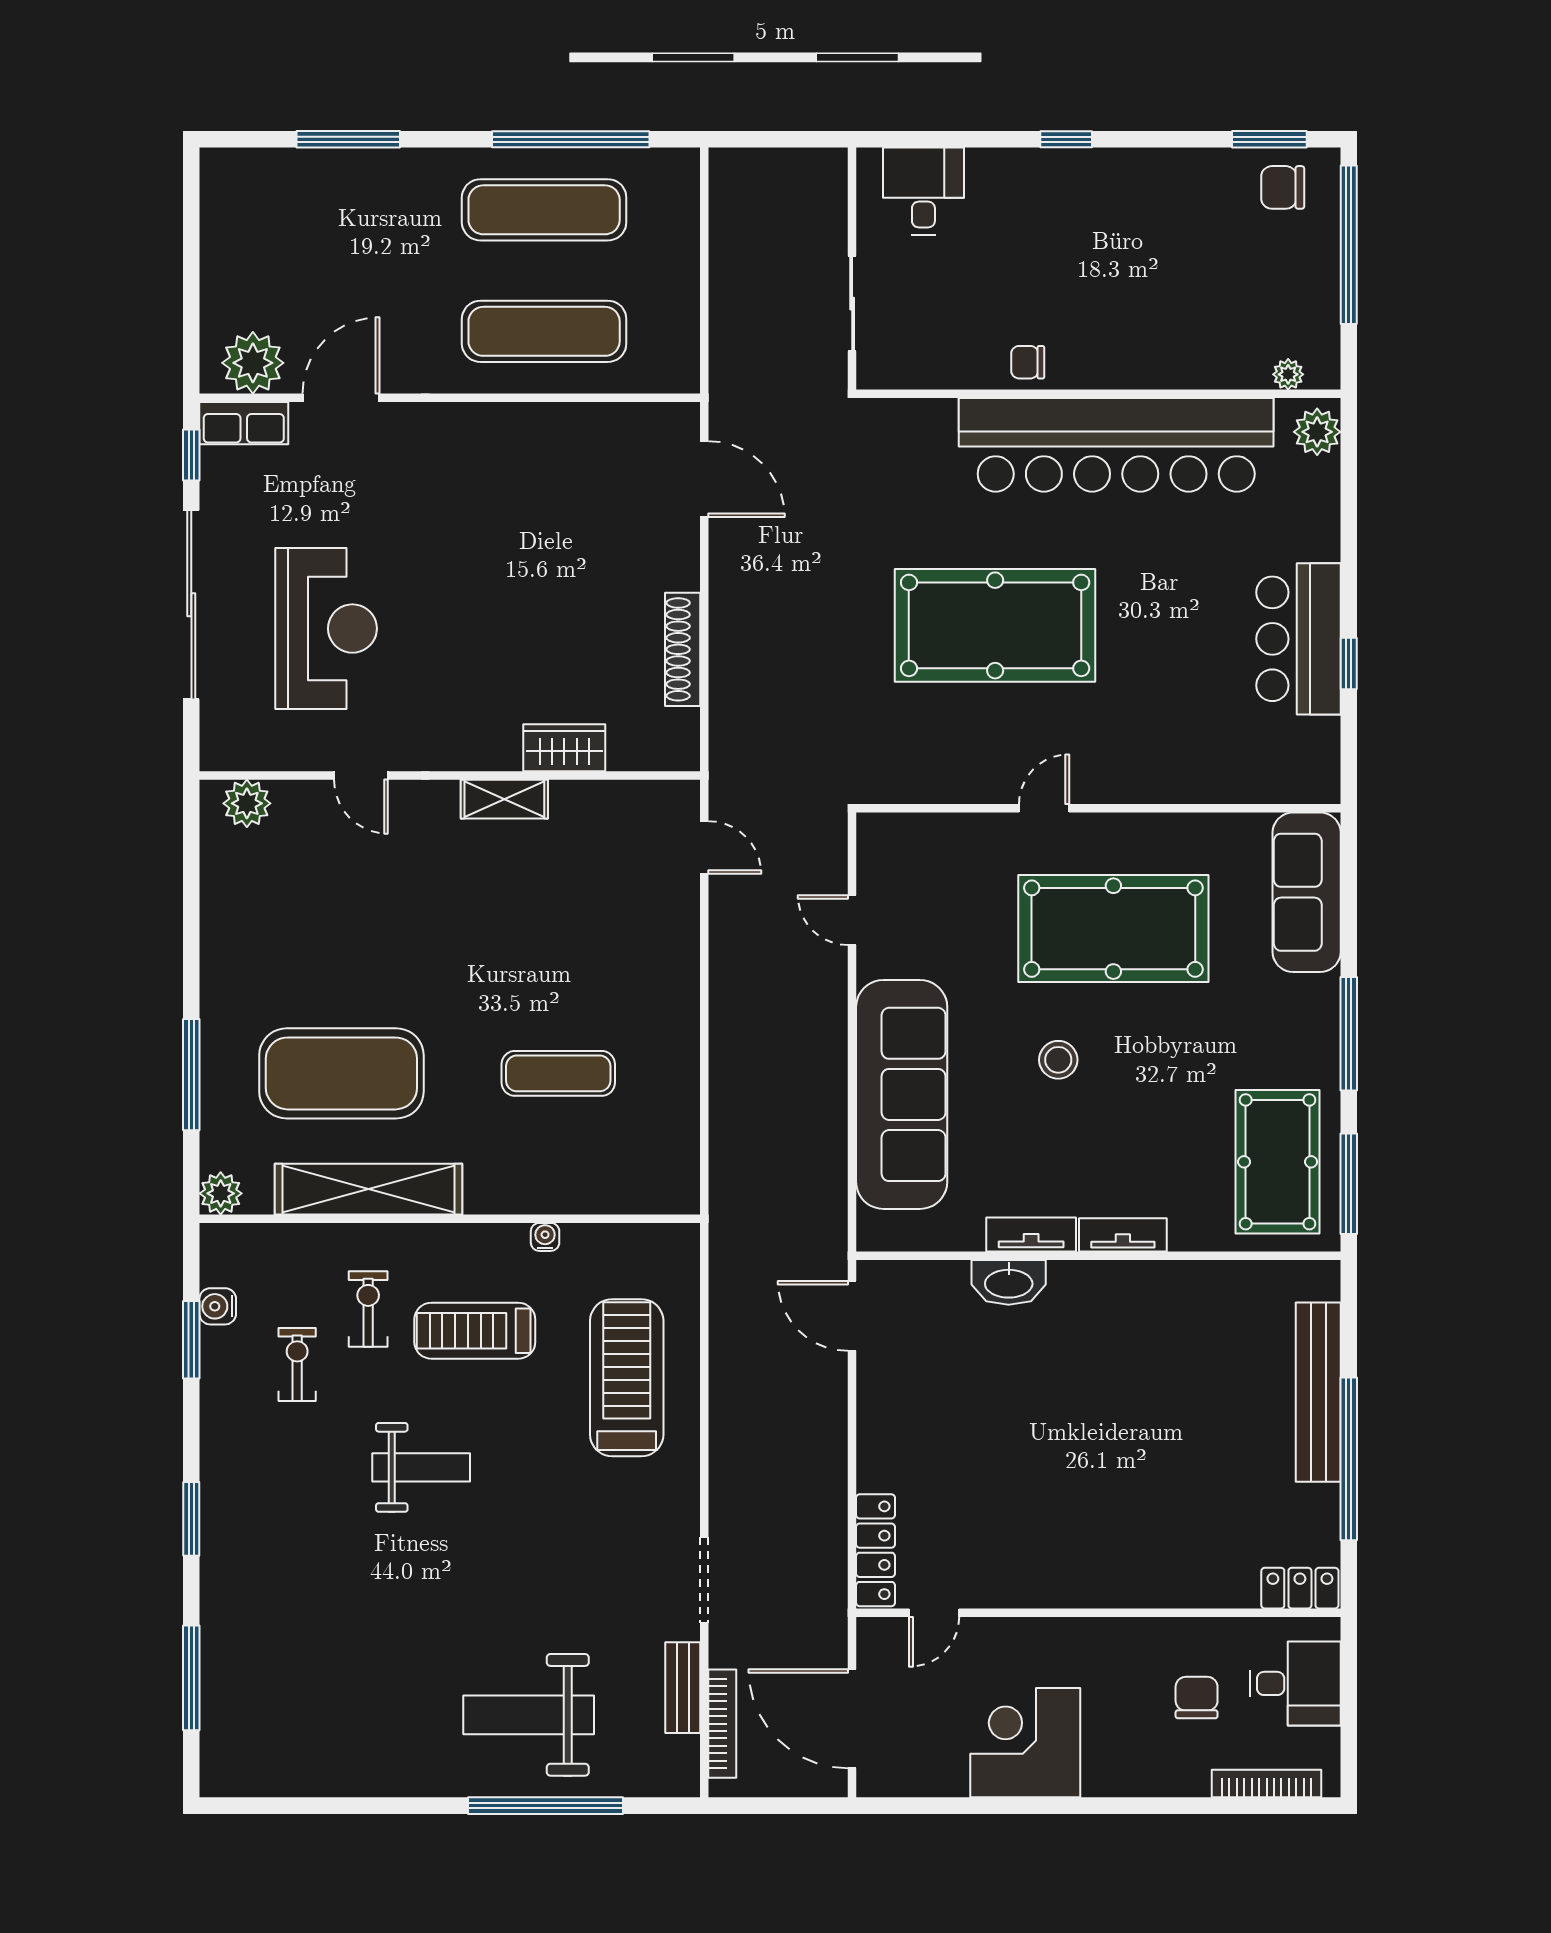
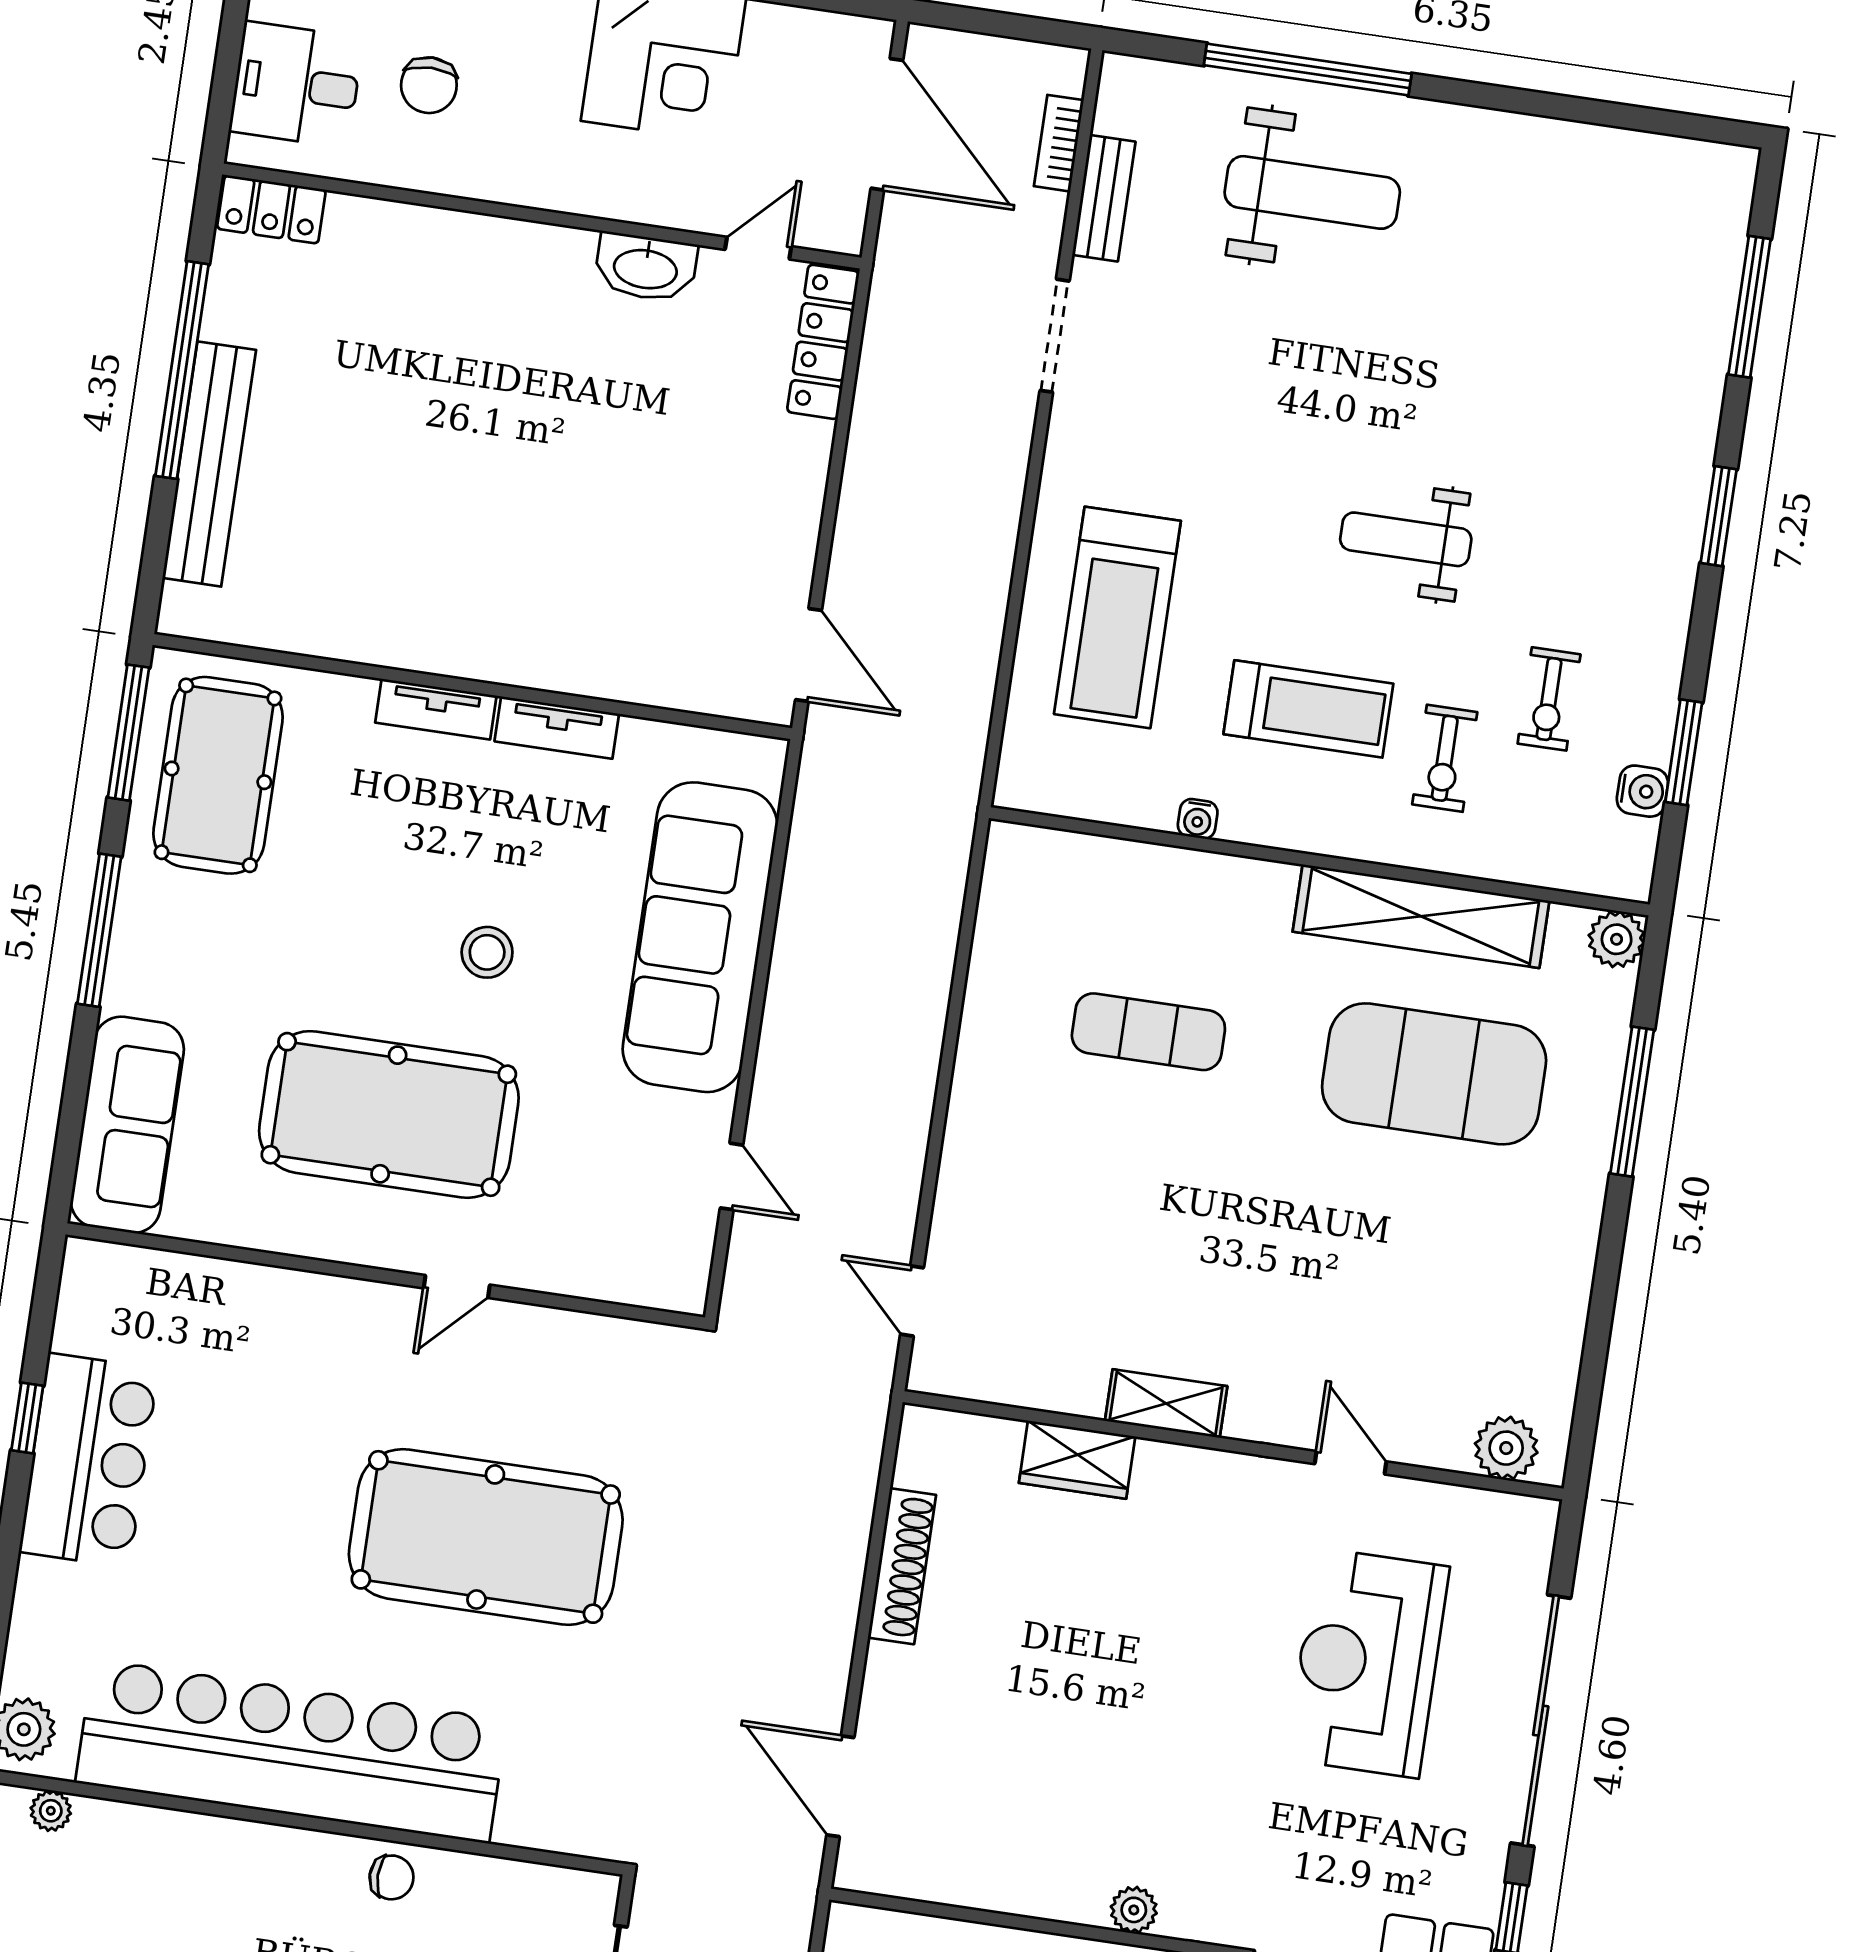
plant: (473, 419) -> (1134, 1910), added
washbasin: (1009, 1282) -> (646, 267), moved, turned 180
bookcase: (722, 1724) -> (1059, 143), width x0.64

